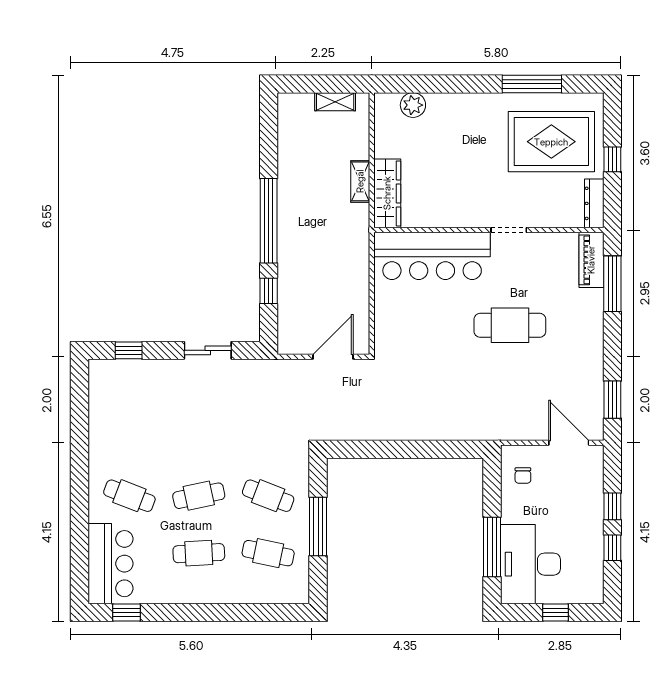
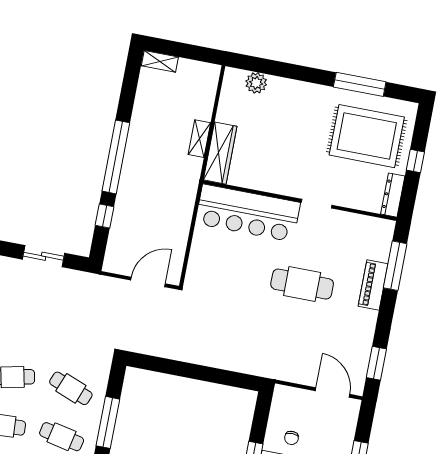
shelving: (335, 102) -> (160, 61), moved
piano: (591, 260) -> (373, 285), moved
chair: (523, 476) -> (291, 438), moved

